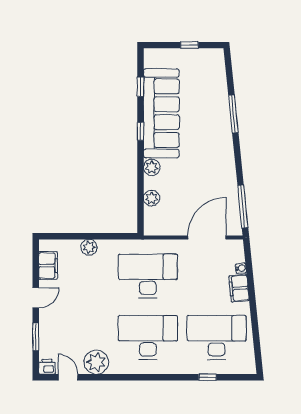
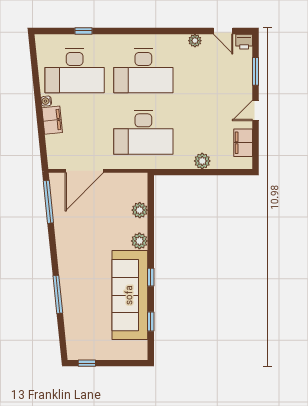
window: (189, 45) -> (87, 363), moved
water cooler: (241, 268) -> (46, 101), moved
plant: (96, 362) -> (195, 41), width x0.53, depth x0.53

